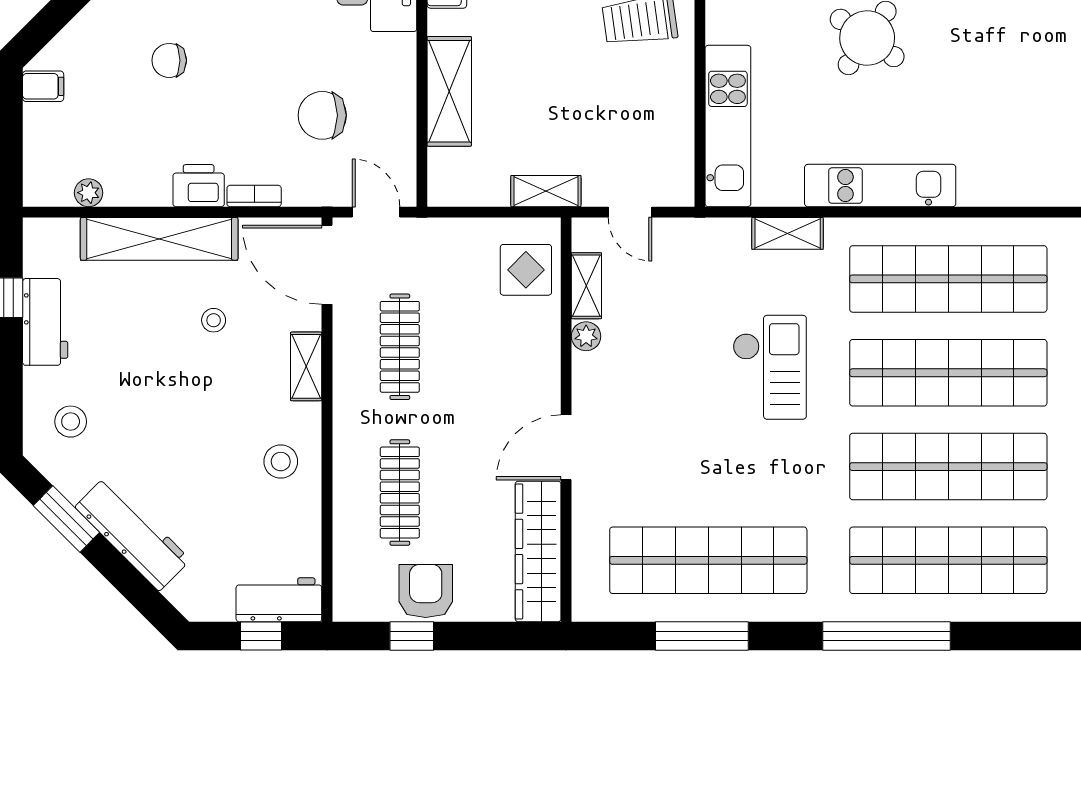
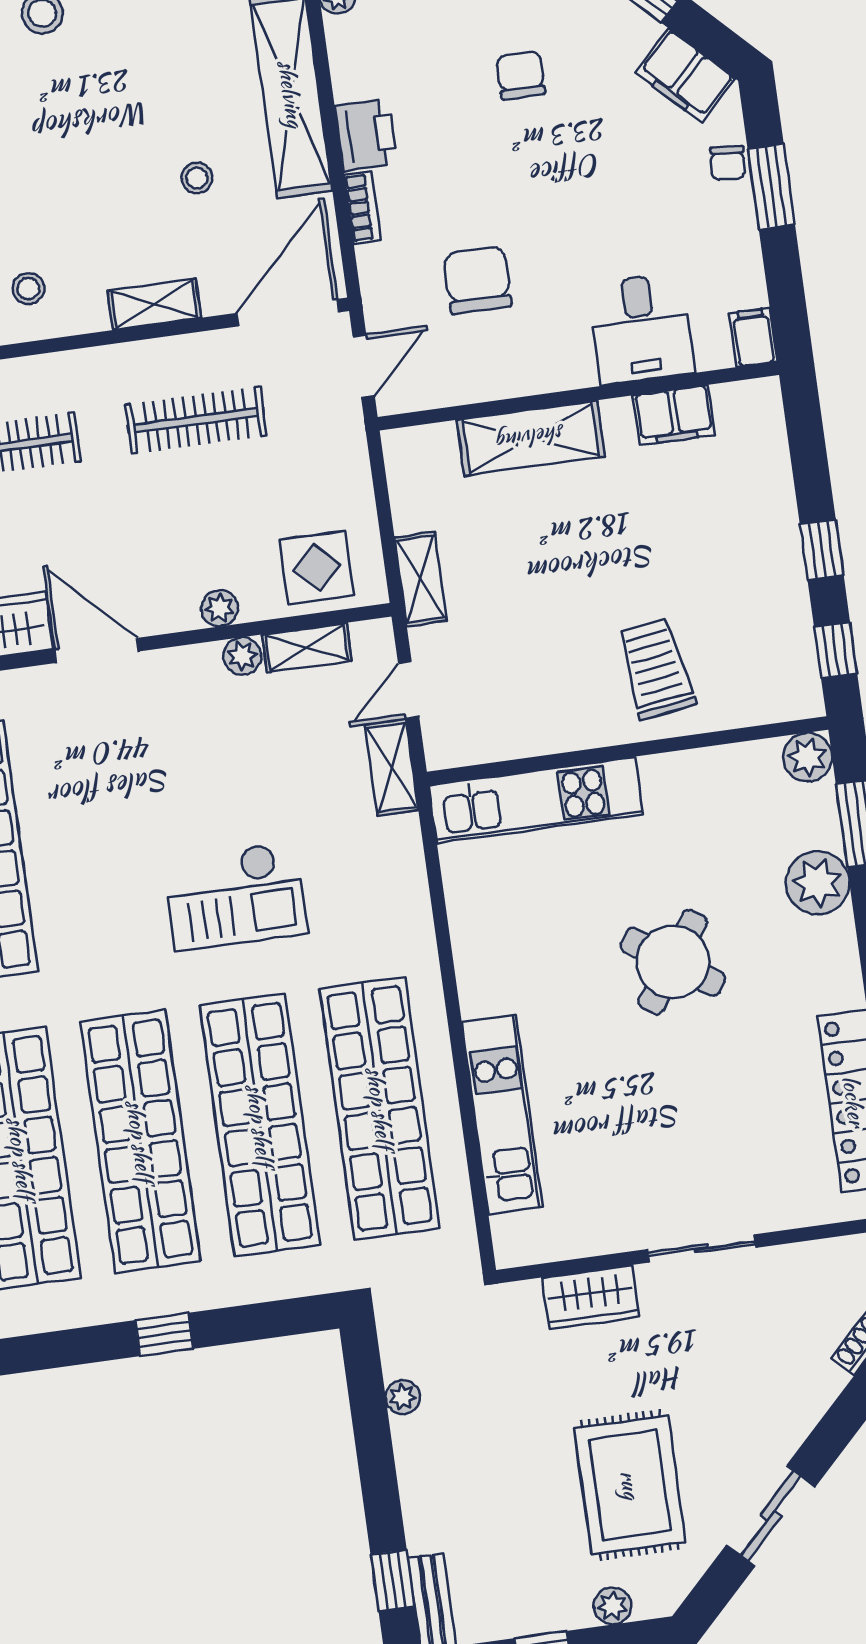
kitchen unit: (880, 186) -> (502, 1114), moved
shelving: (788, 233) -> (392, 767), moved
plant: (547, 349) -> (220, 608), added
stool: (281, 462) -> (28, 289), width x0.73, depth x0.73

